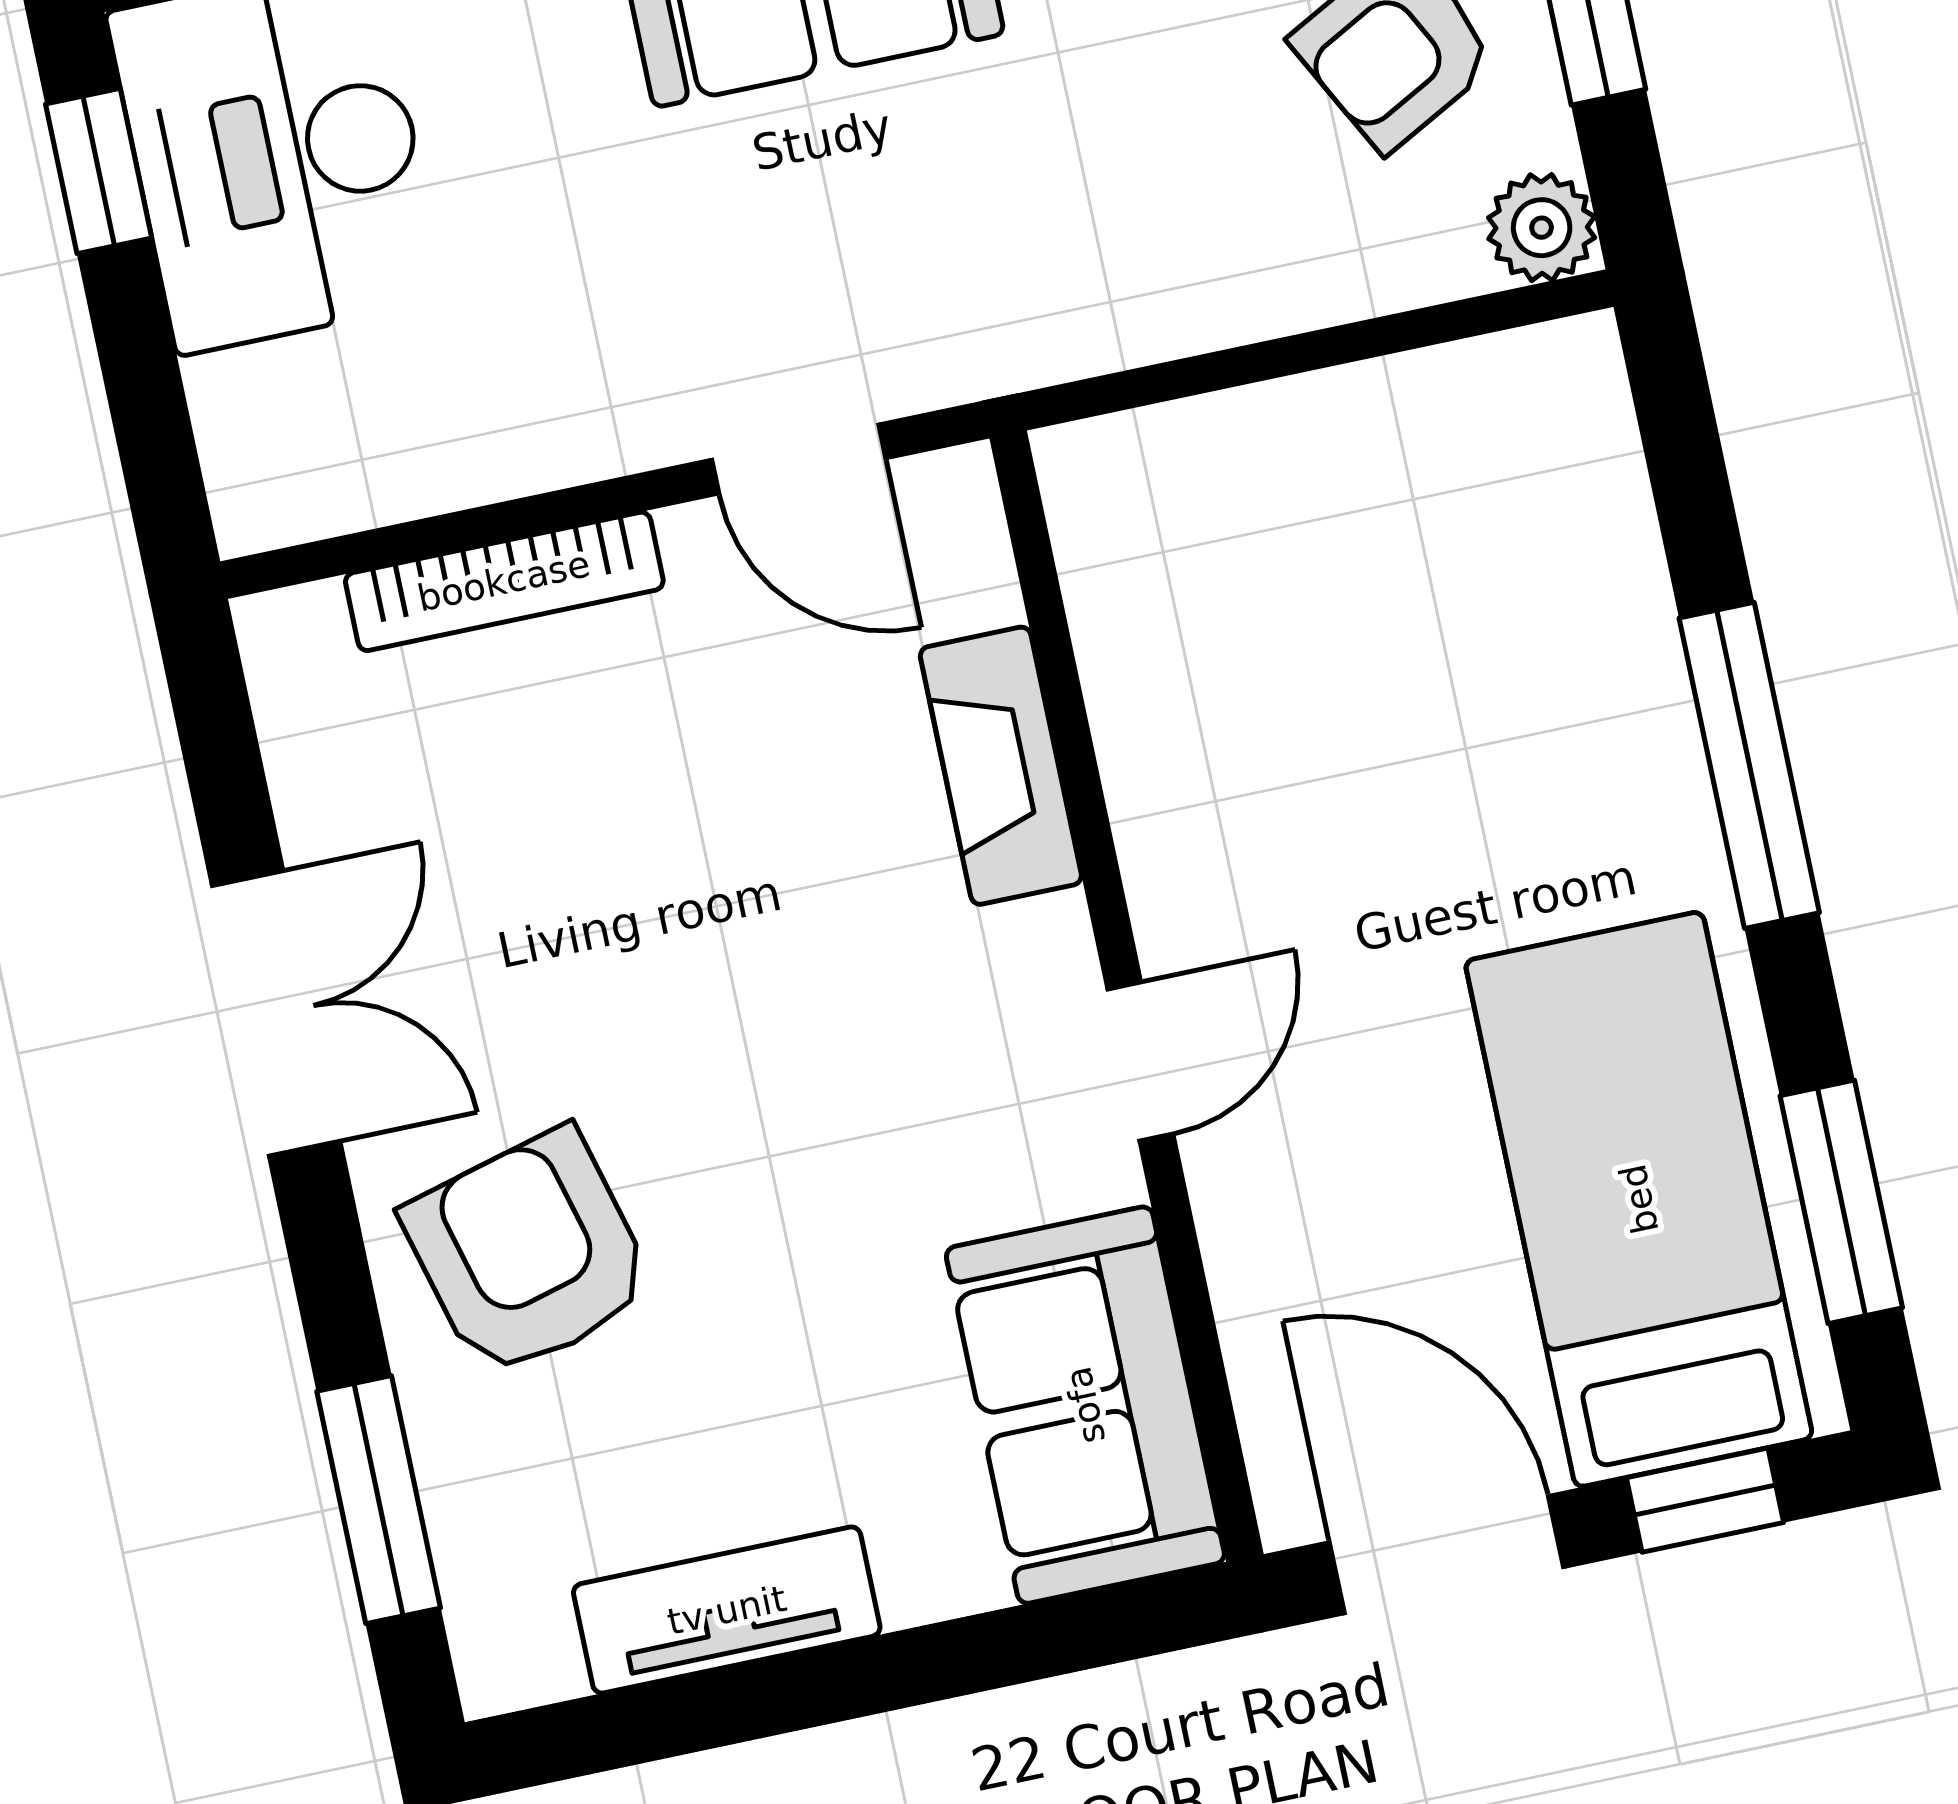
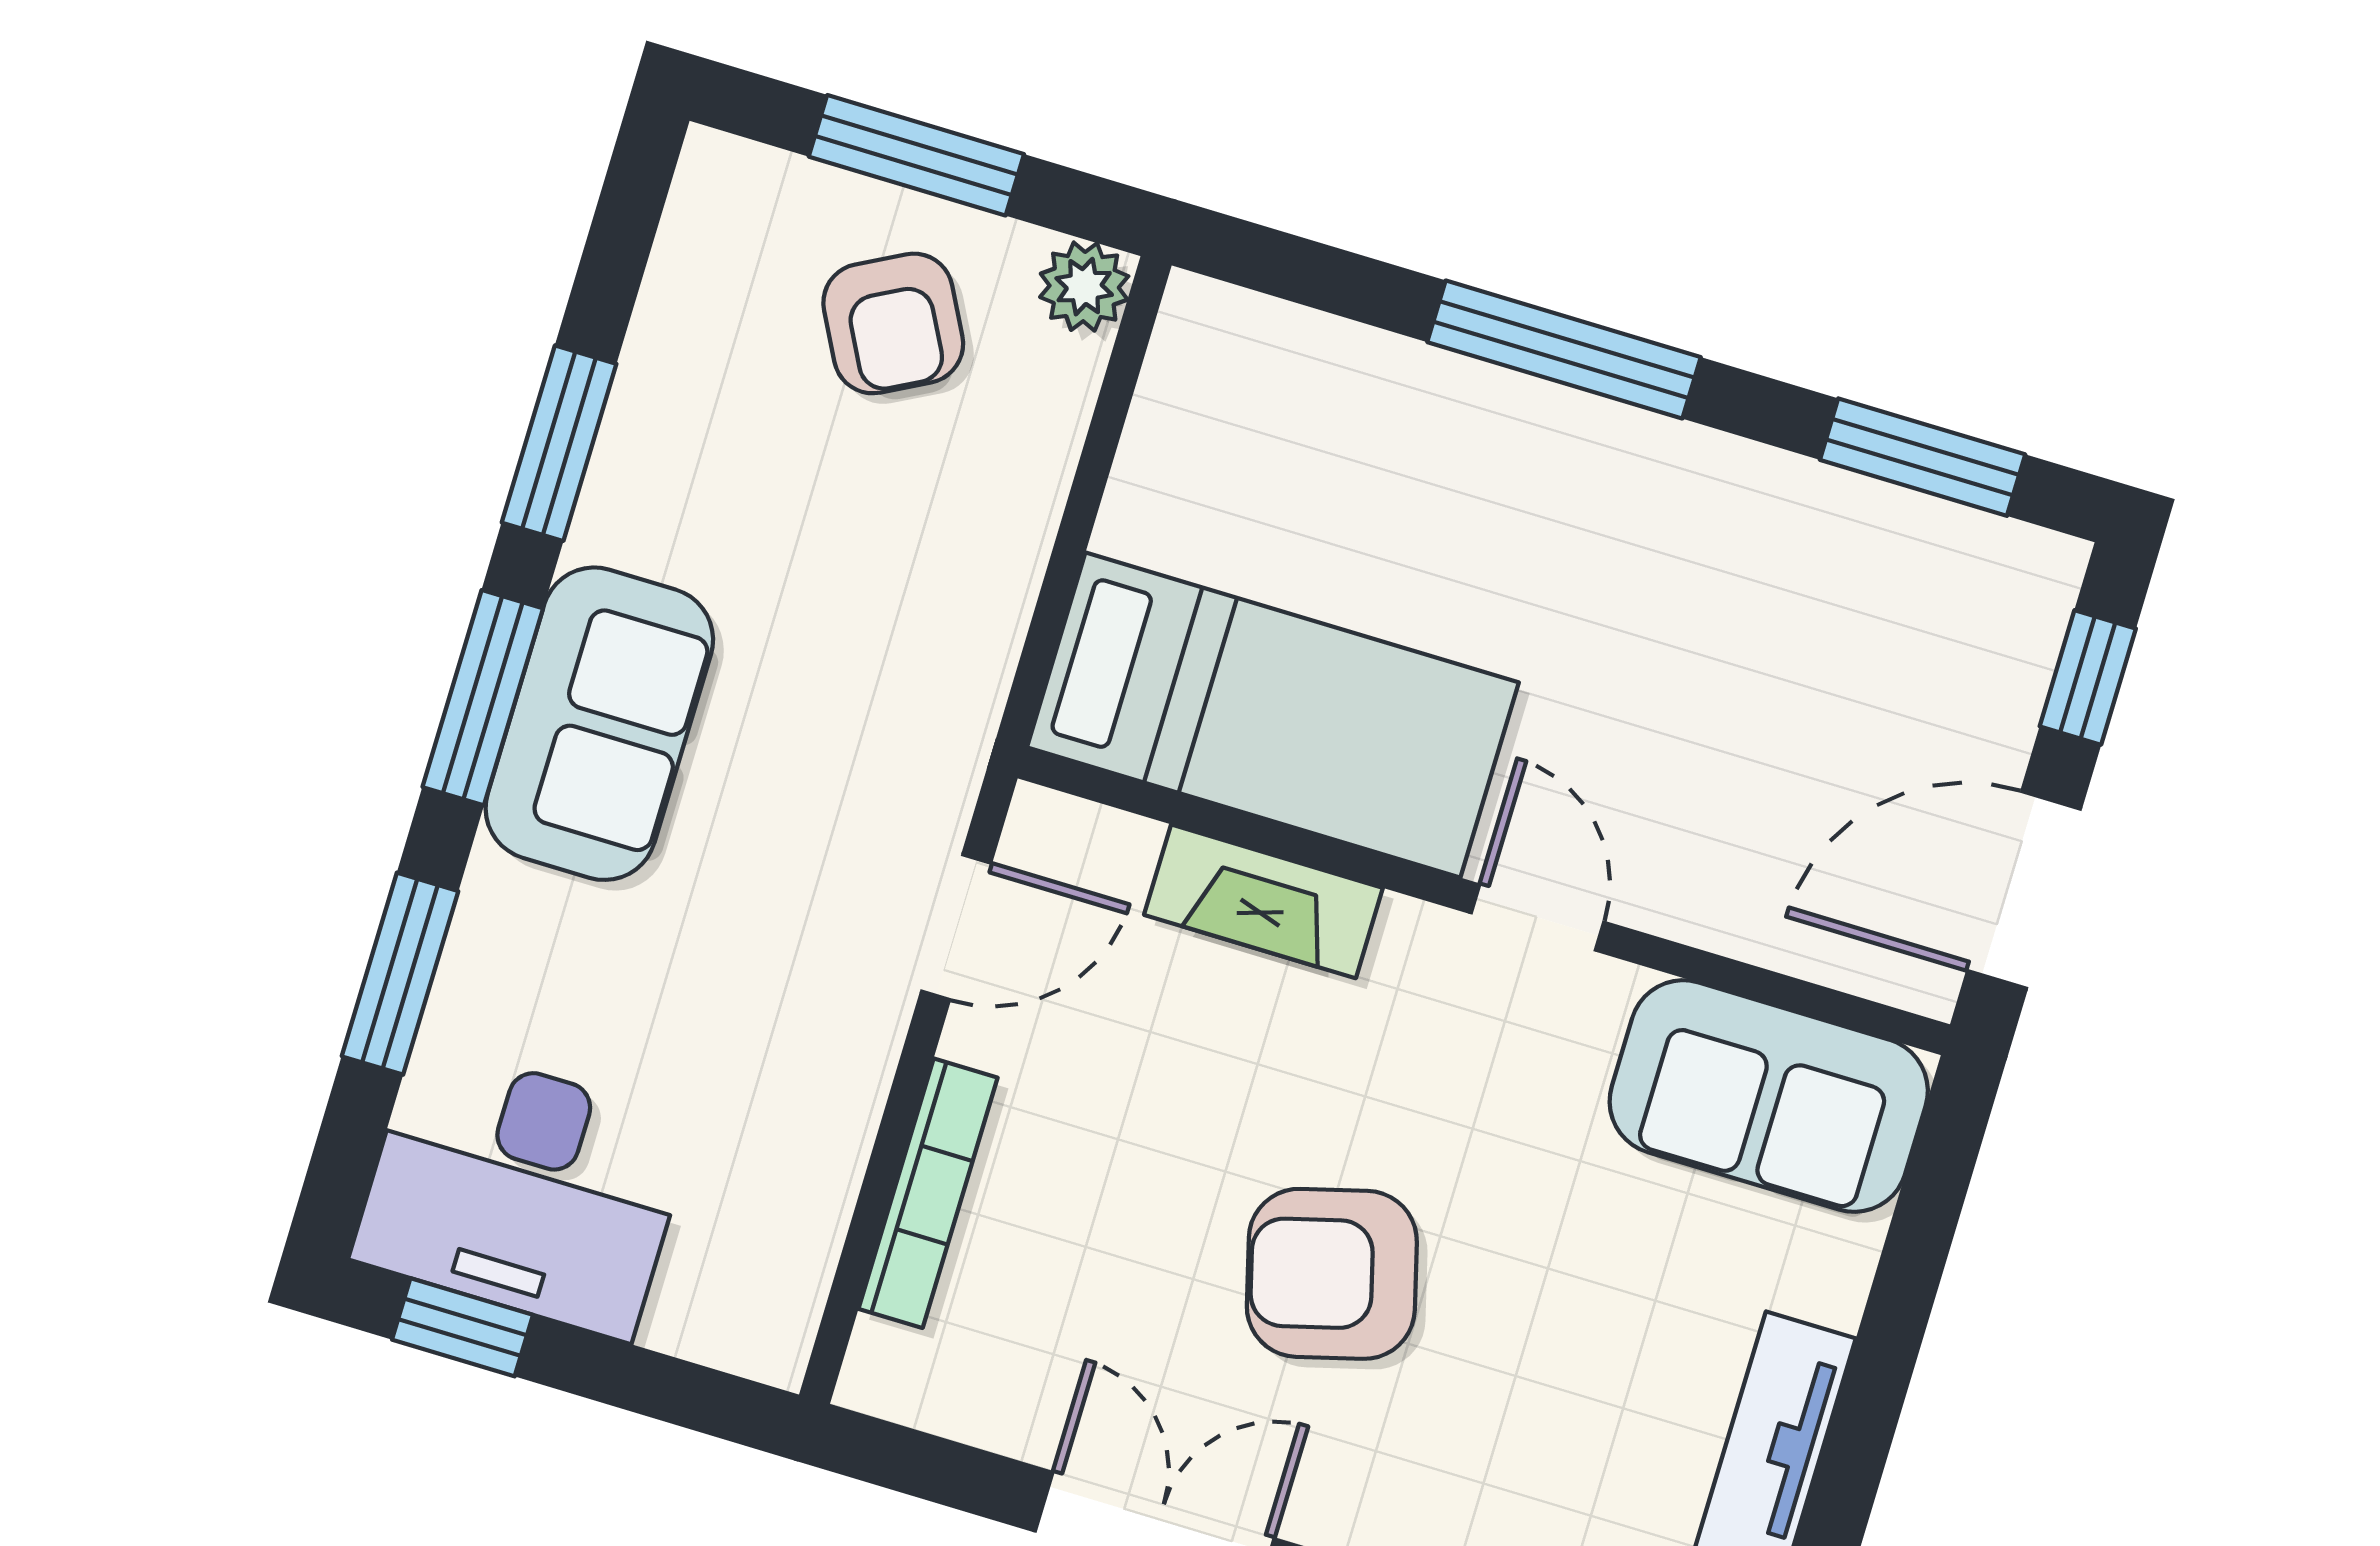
bed: (1639, 1199) -> (1273, 715), moved, turned 180
armchair: (529, 1254) -> (1332, 1274), moved

